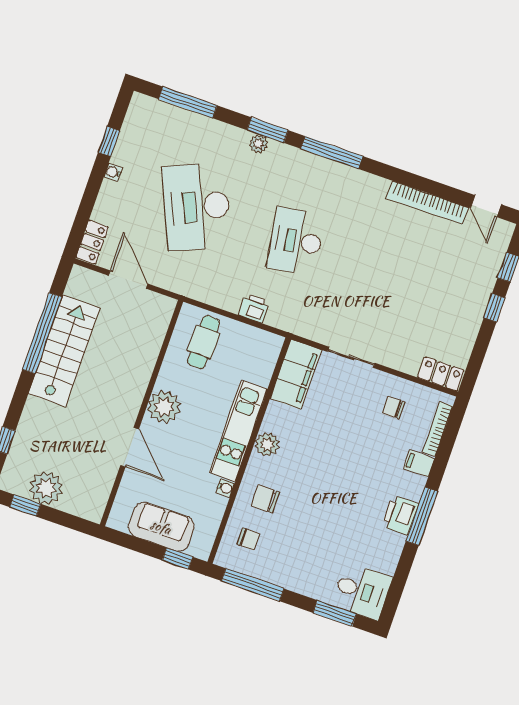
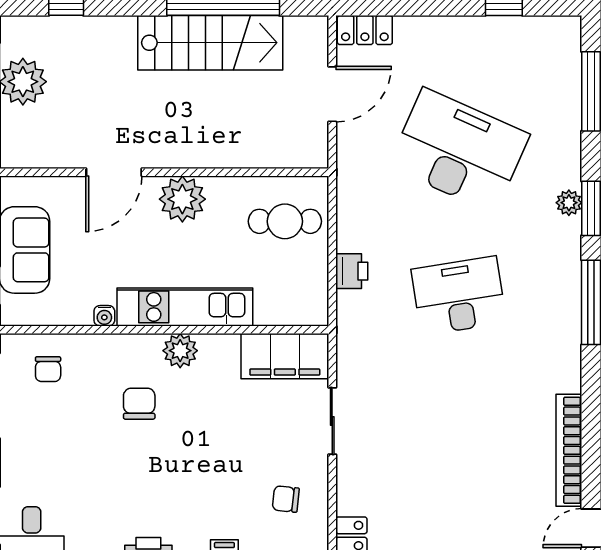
water cooler: (113, 172) -> (466, 26), removed
desk: (197, 207) -> (459, 150), turned 48
chair: (393, 408) -> (286, 499), turned -84
chair: (265, 499) -> (139, 404), moved

